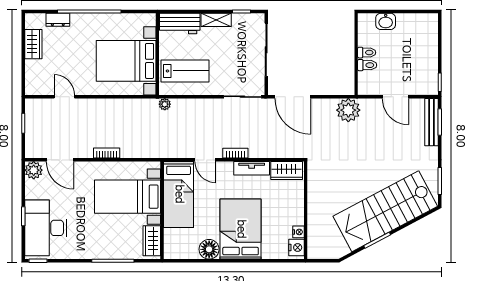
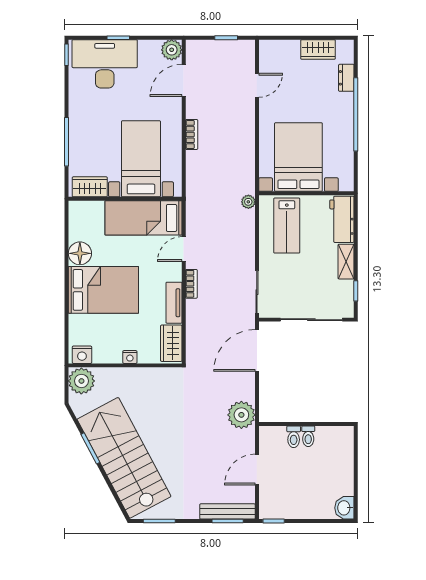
washbasin: (386, 21) -> (344, 508), moved
nightstand: (298, 232) -> (130, 357), moved
plant: (319, 248) -> (81, 381), added

